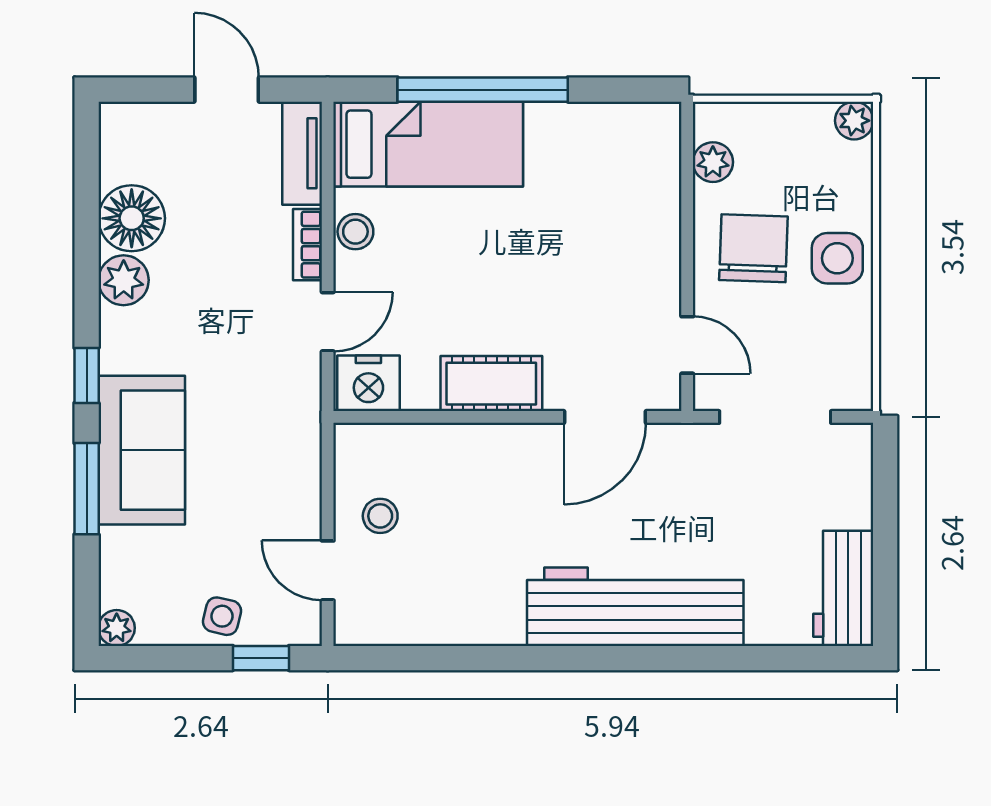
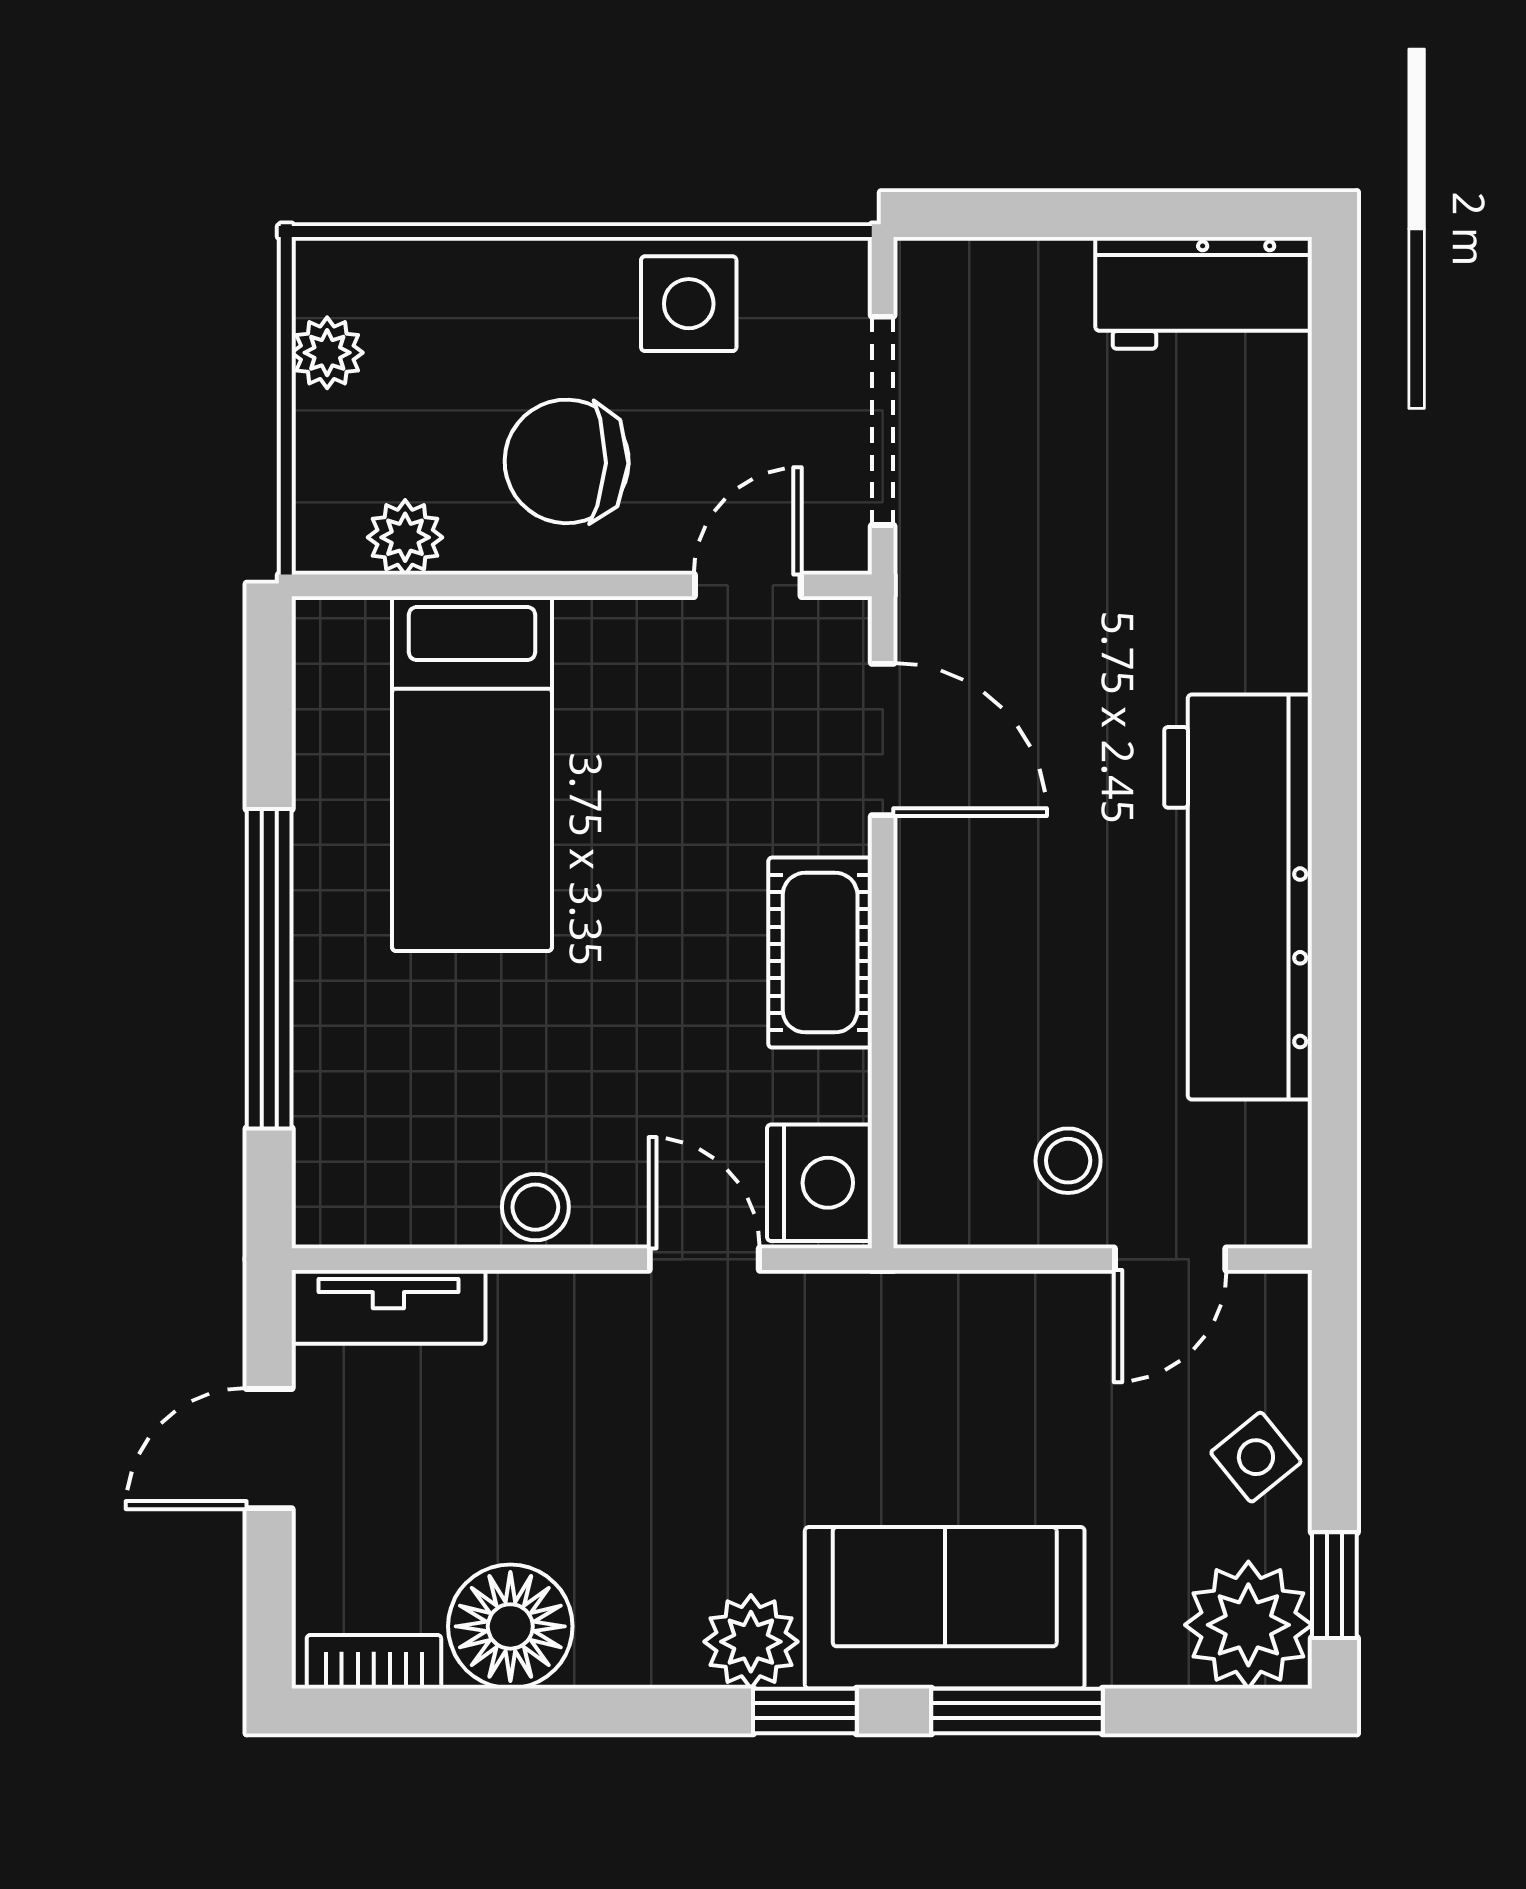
plant: (854, 121) -> (327, 353), moved
bed: (428, 144) -> (472, 774), moved, turned 180
bookcase: (308, 245) -> (374, 1662), moved, turned 180
side table: (837, 258) -> (689, 304), moved
plant: (124, 280) -> (751, 1642), moved
workbench: (635, 607) -> (1238, 897), moved
side table: (222, 616) -> (1256, 1457), turned 38
plant: (117, 628) -> (1248, 1625), width x1.88, depth x1.88
window: (261, 658) -> (1334, 1585), moved

